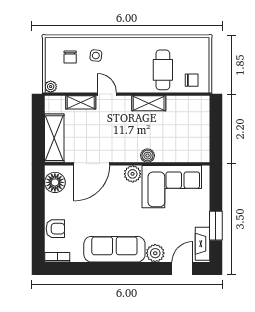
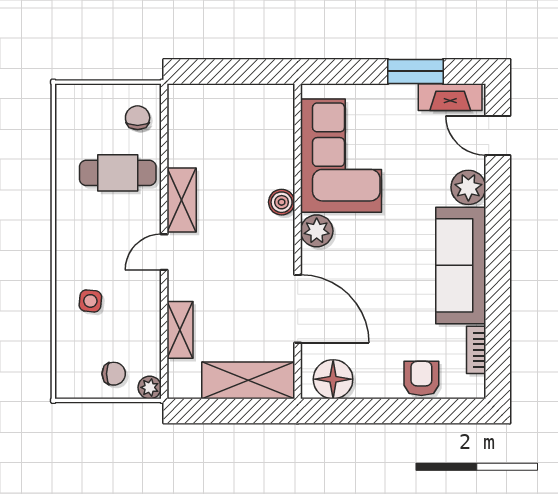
chair: (70, 57) -> (114, 374), moved
door: (107, 94) -> (164, 252), moved
bookcase: (57, 257) -> (476, 350), moved

